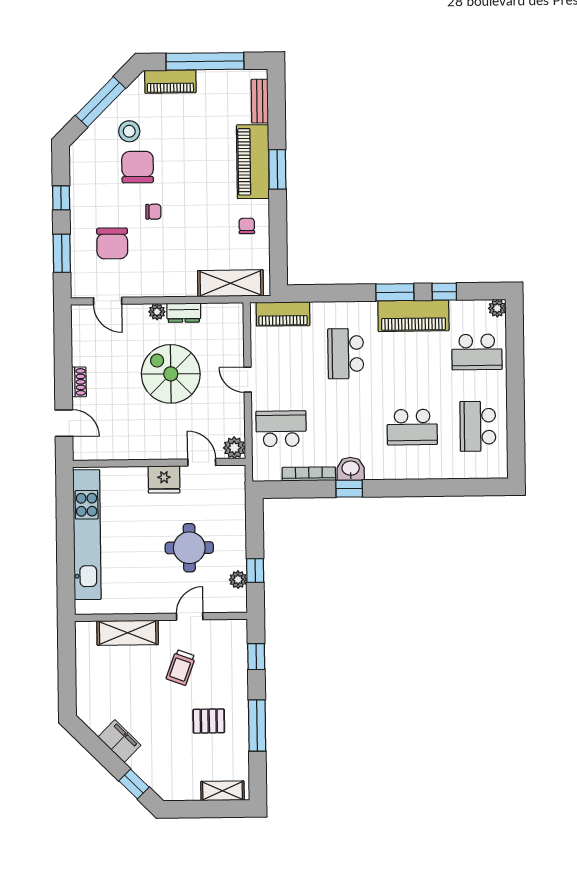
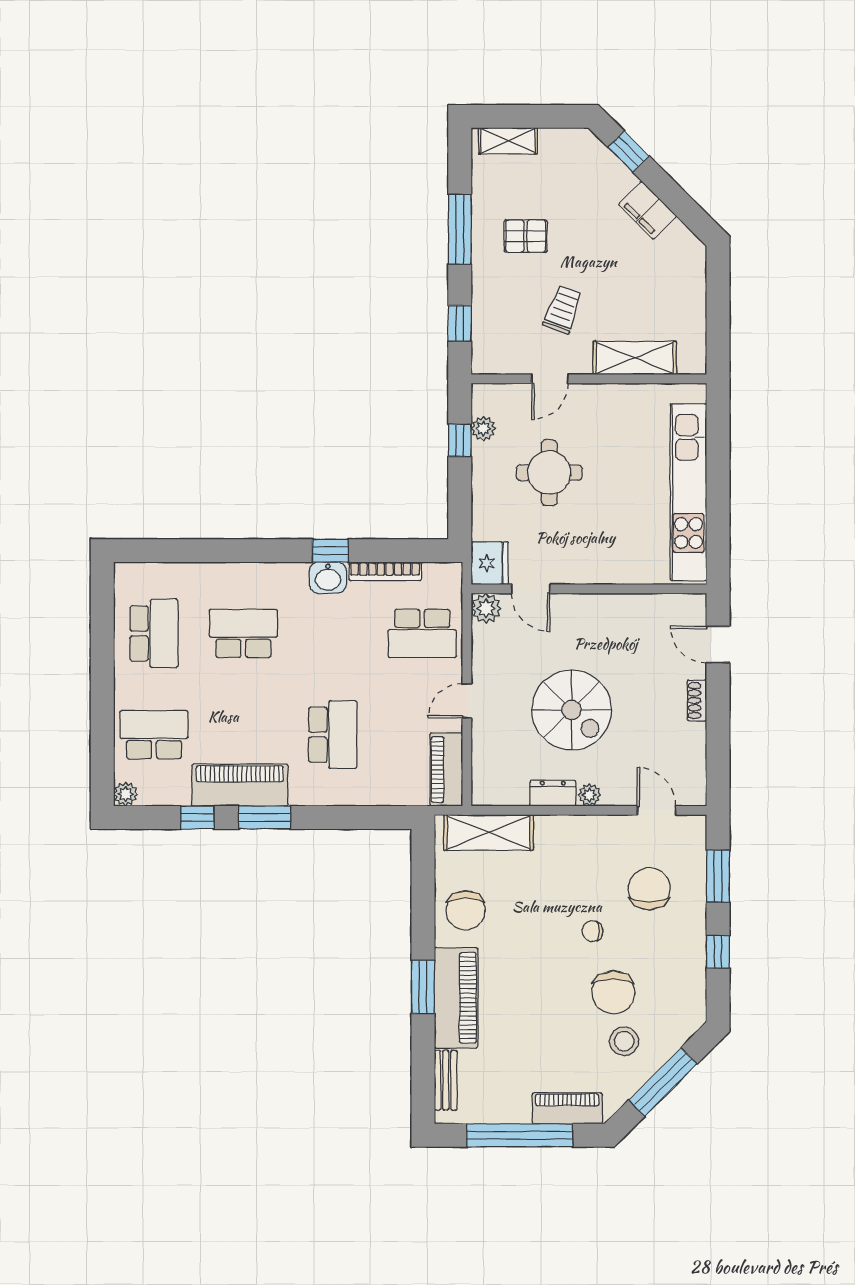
chair: (247, 226) -> (465, 910), width x1.87, depth x1.87
piano: (283, 314) -> (446, 770), moved, turned -90
door: (248, 380) -> (467, 701), swing flipped
fridge: (164, 479) -> (490, 563), moved, turned 90

